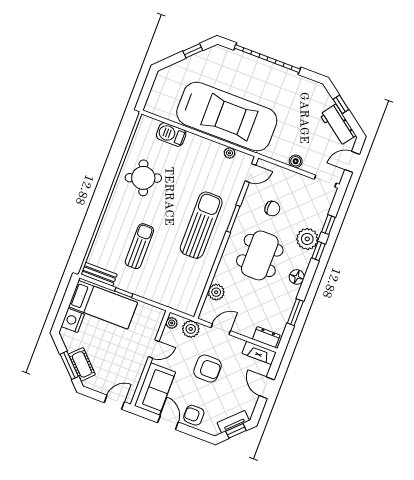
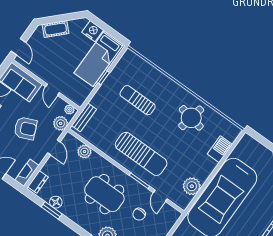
plant: (229, 153) -> (192, 186), width x1.88, depth x1.88
door: (250, 173) -> (160, 196), moved
round table: (143, 178) -> (191, 118), turned 31
sun lounger: (139, 246) -> (138, 100), turned 180
bench: (99, 274) -> (84, 117), moved
floor lamp: (297, 277) -> (56, 202), moved
window: (69, 365) -> (58, 19), removed
armchair: (208, 368) -> (25, 128), turned -113

